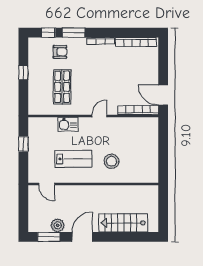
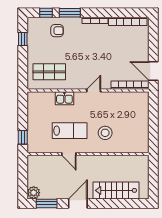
window: (23, 73) -> (23, 39), moved
shop shelf: (62, 87) -> (49, 72), moved, turned 90
window: (23, 144) -> (23, 137), moved
door: (47, 184) -> (69, 154), moved
plant: (58, 225) -> (34, 193), moved

